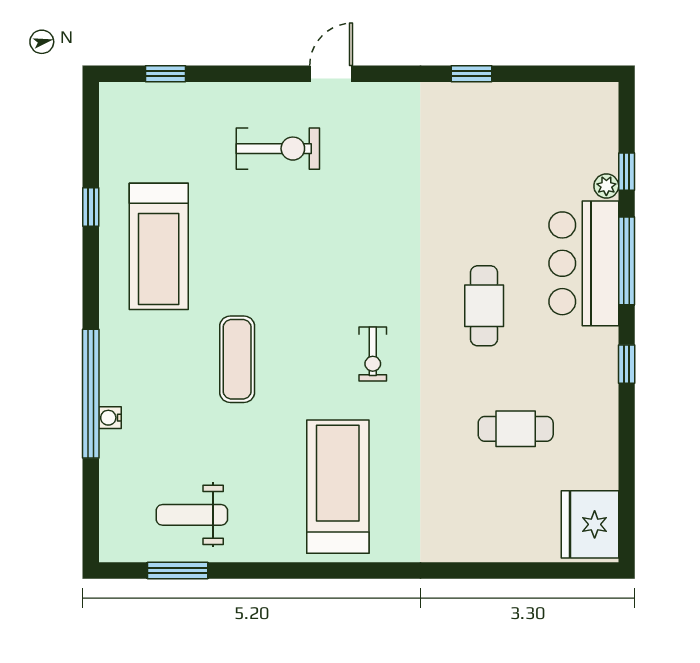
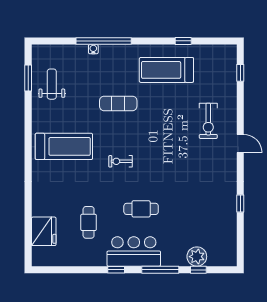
plant: (606, 186) -> (197, 257), width x1.88, depth x1.88
bar counter: (584, 263) -> (134, 251), moved
fridge: (590, 524) -> (44, 231), moved, turned 90

